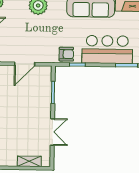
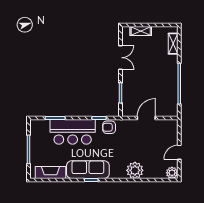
double door: (52, 132) -> (121, 58), swing flipped

